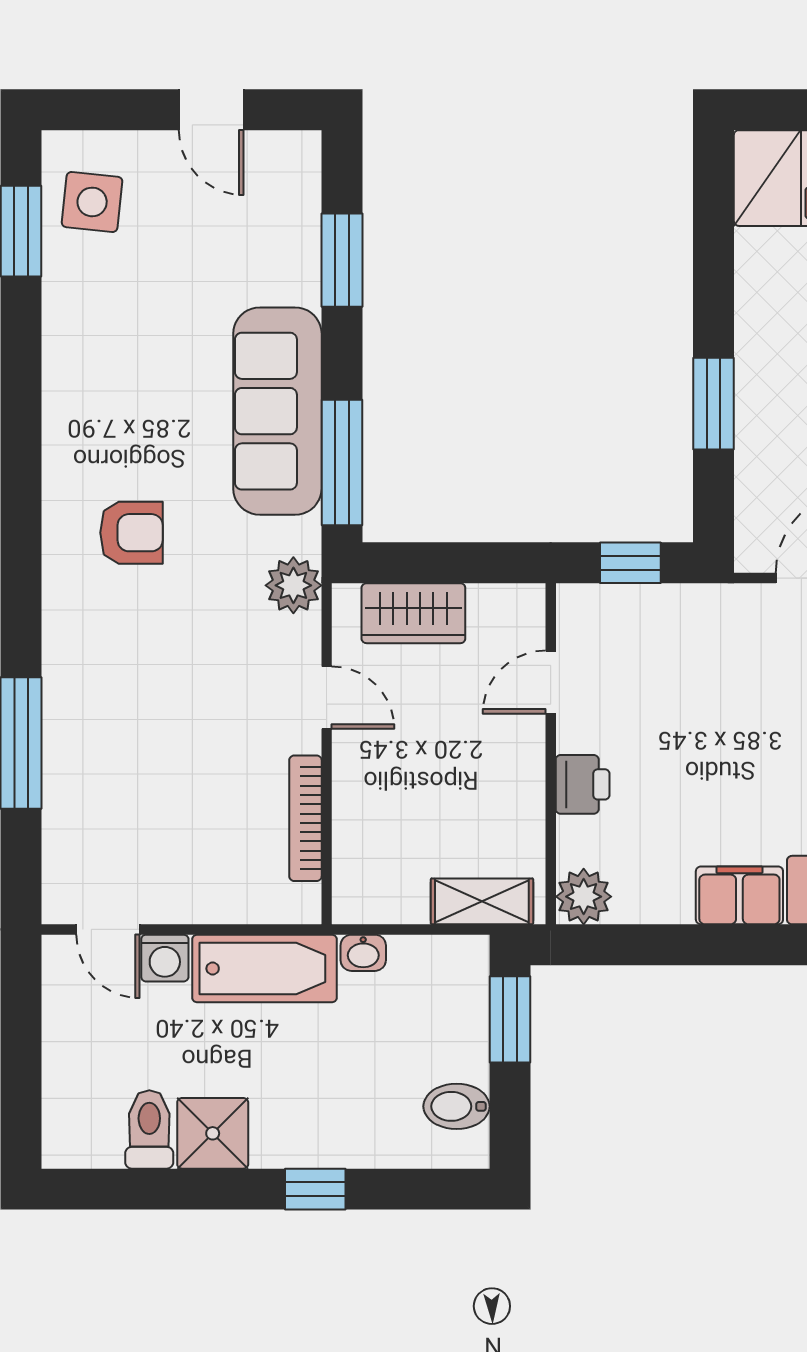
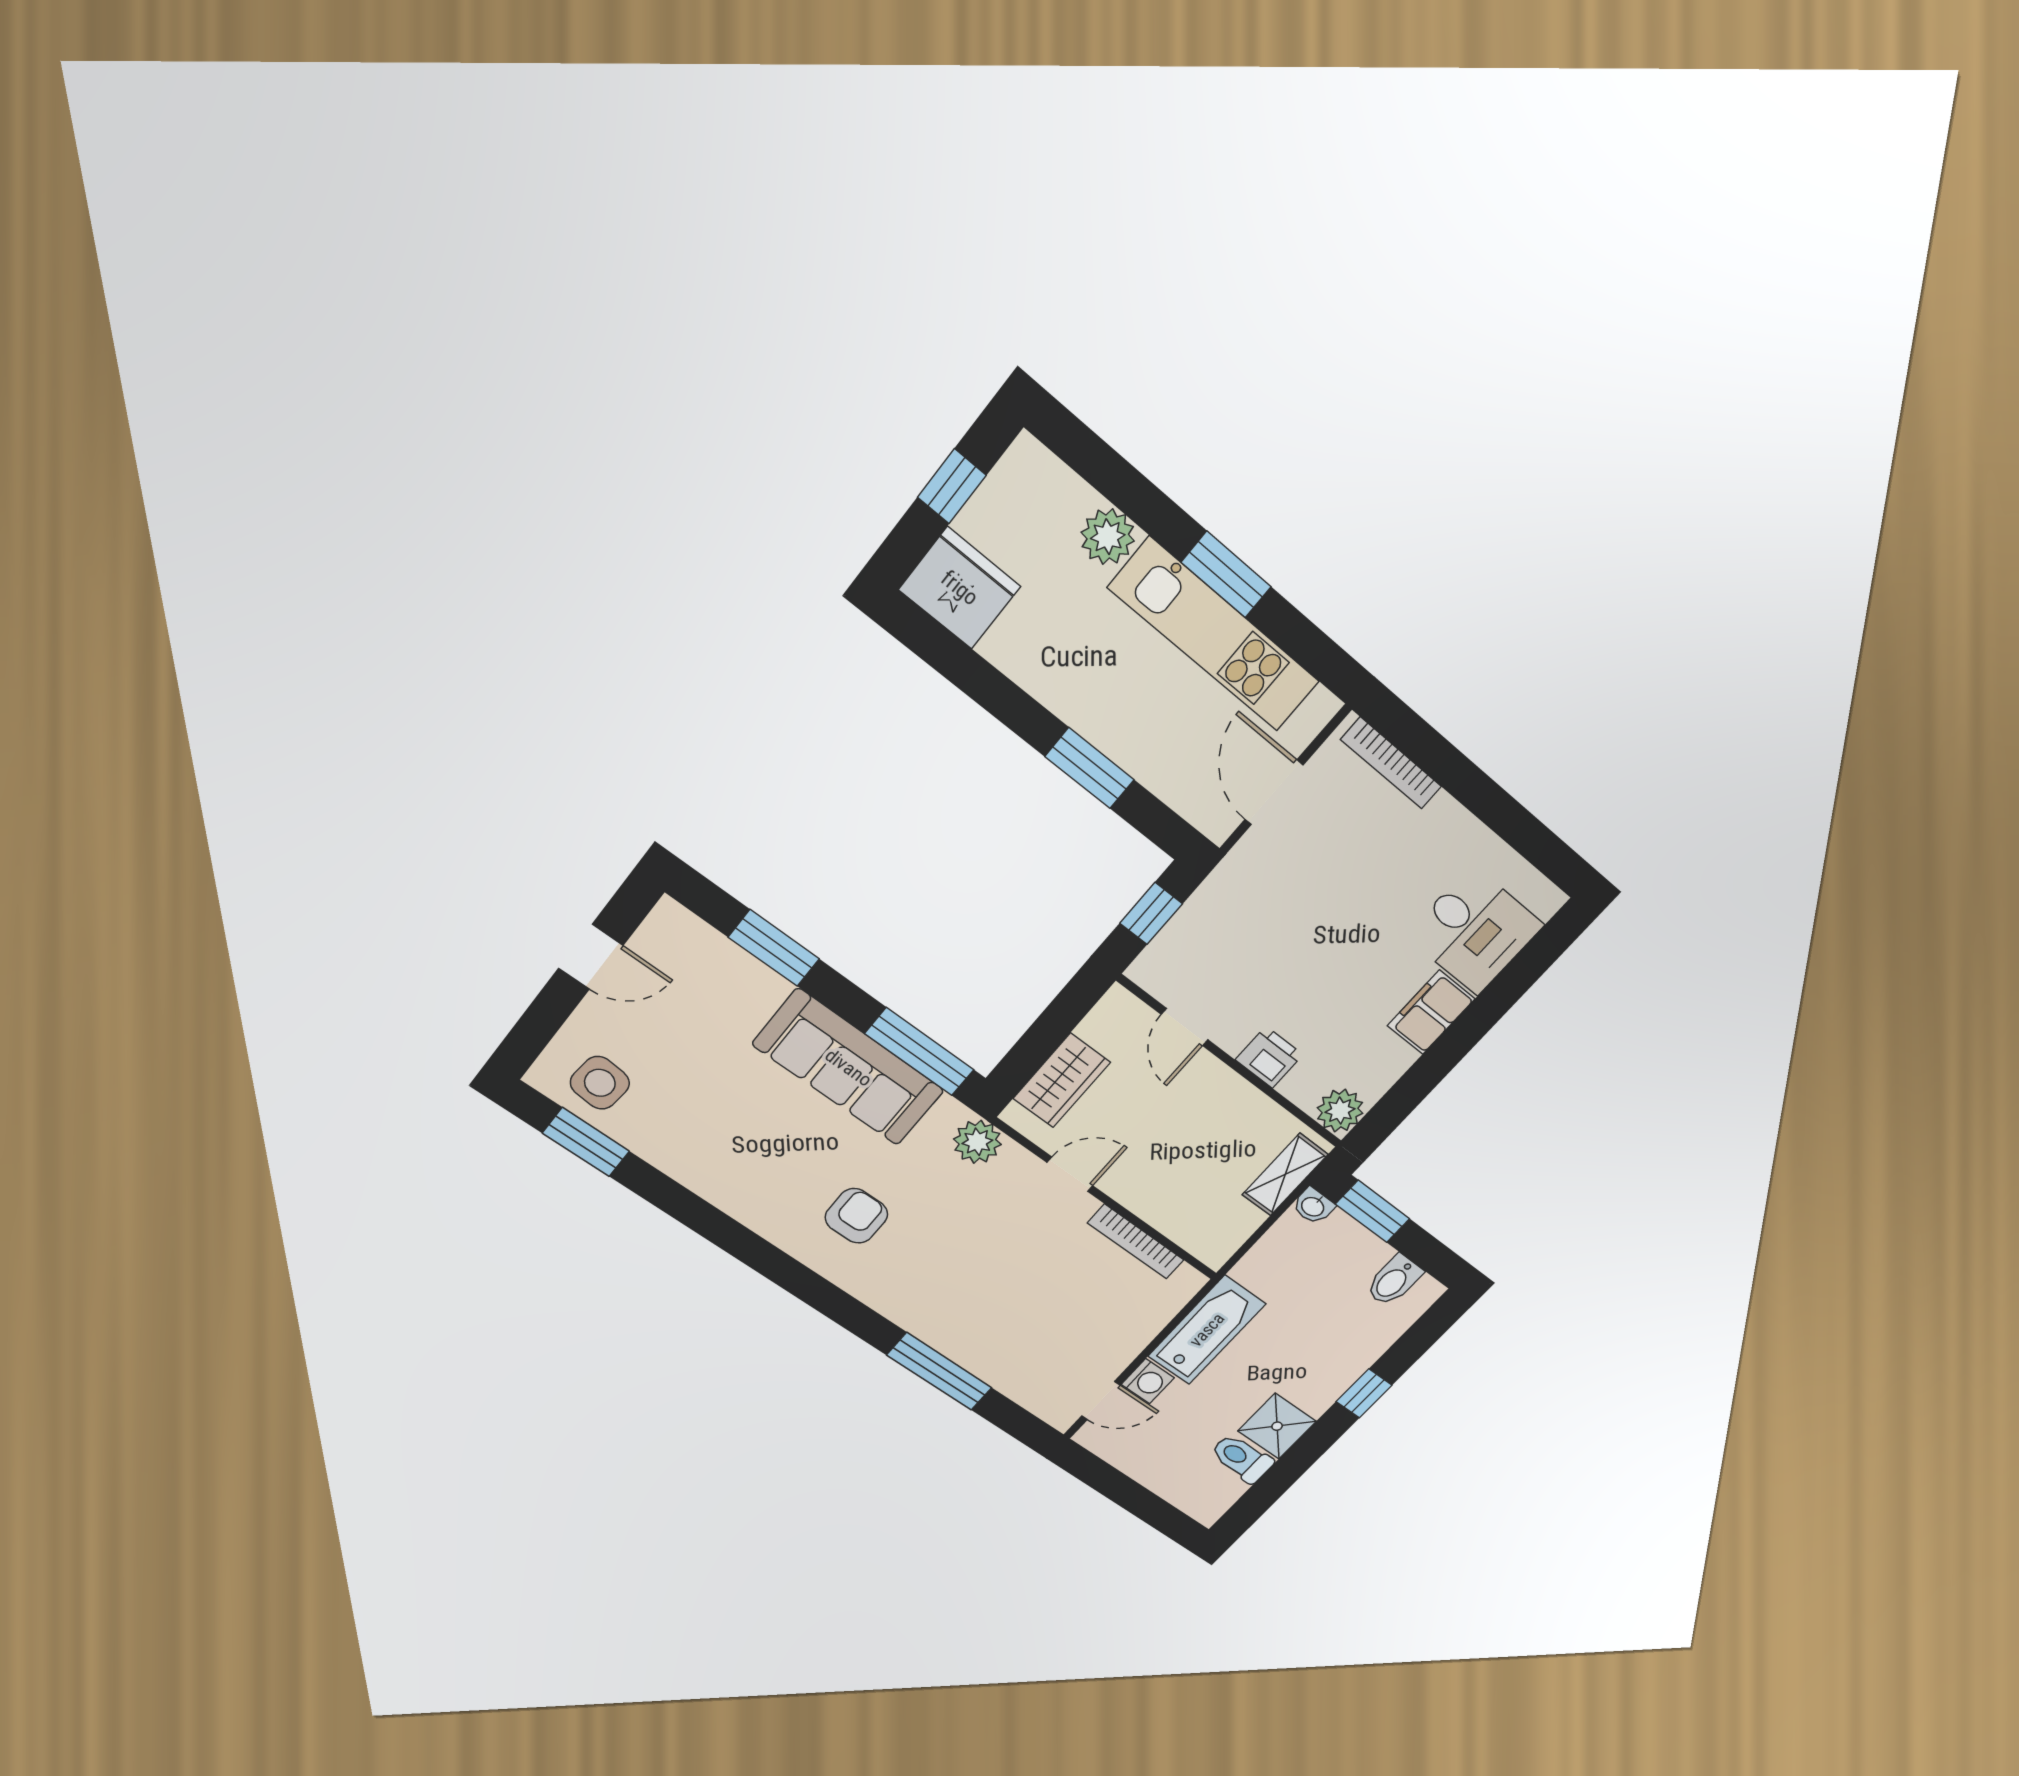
washbasin: (363, 953) -> (1313, 1206), moved, turned 90

